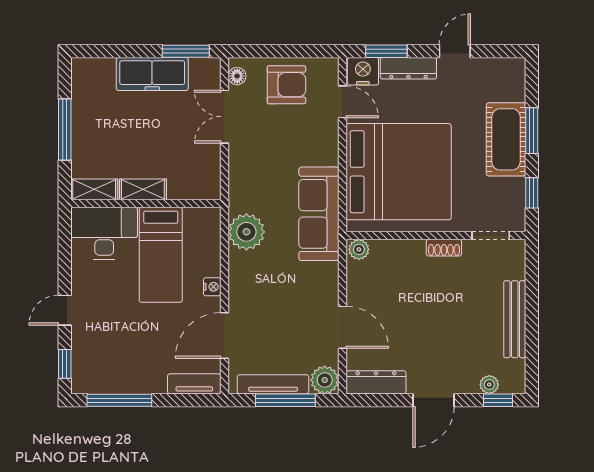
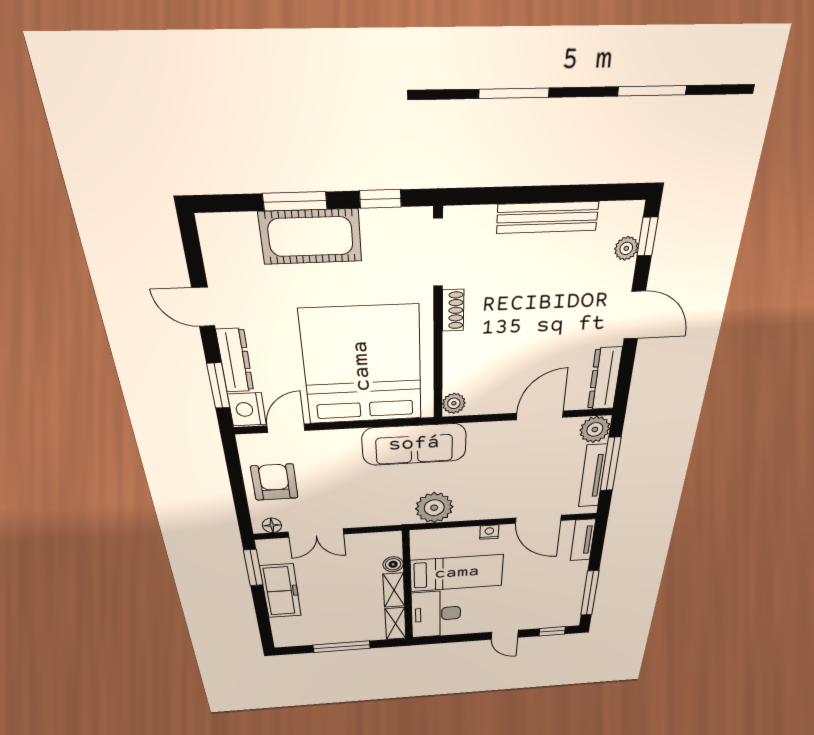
boiler: (178, 190) -> (393, 564), added
doorway: (491, 236) -> (438, 253), width x1.38

